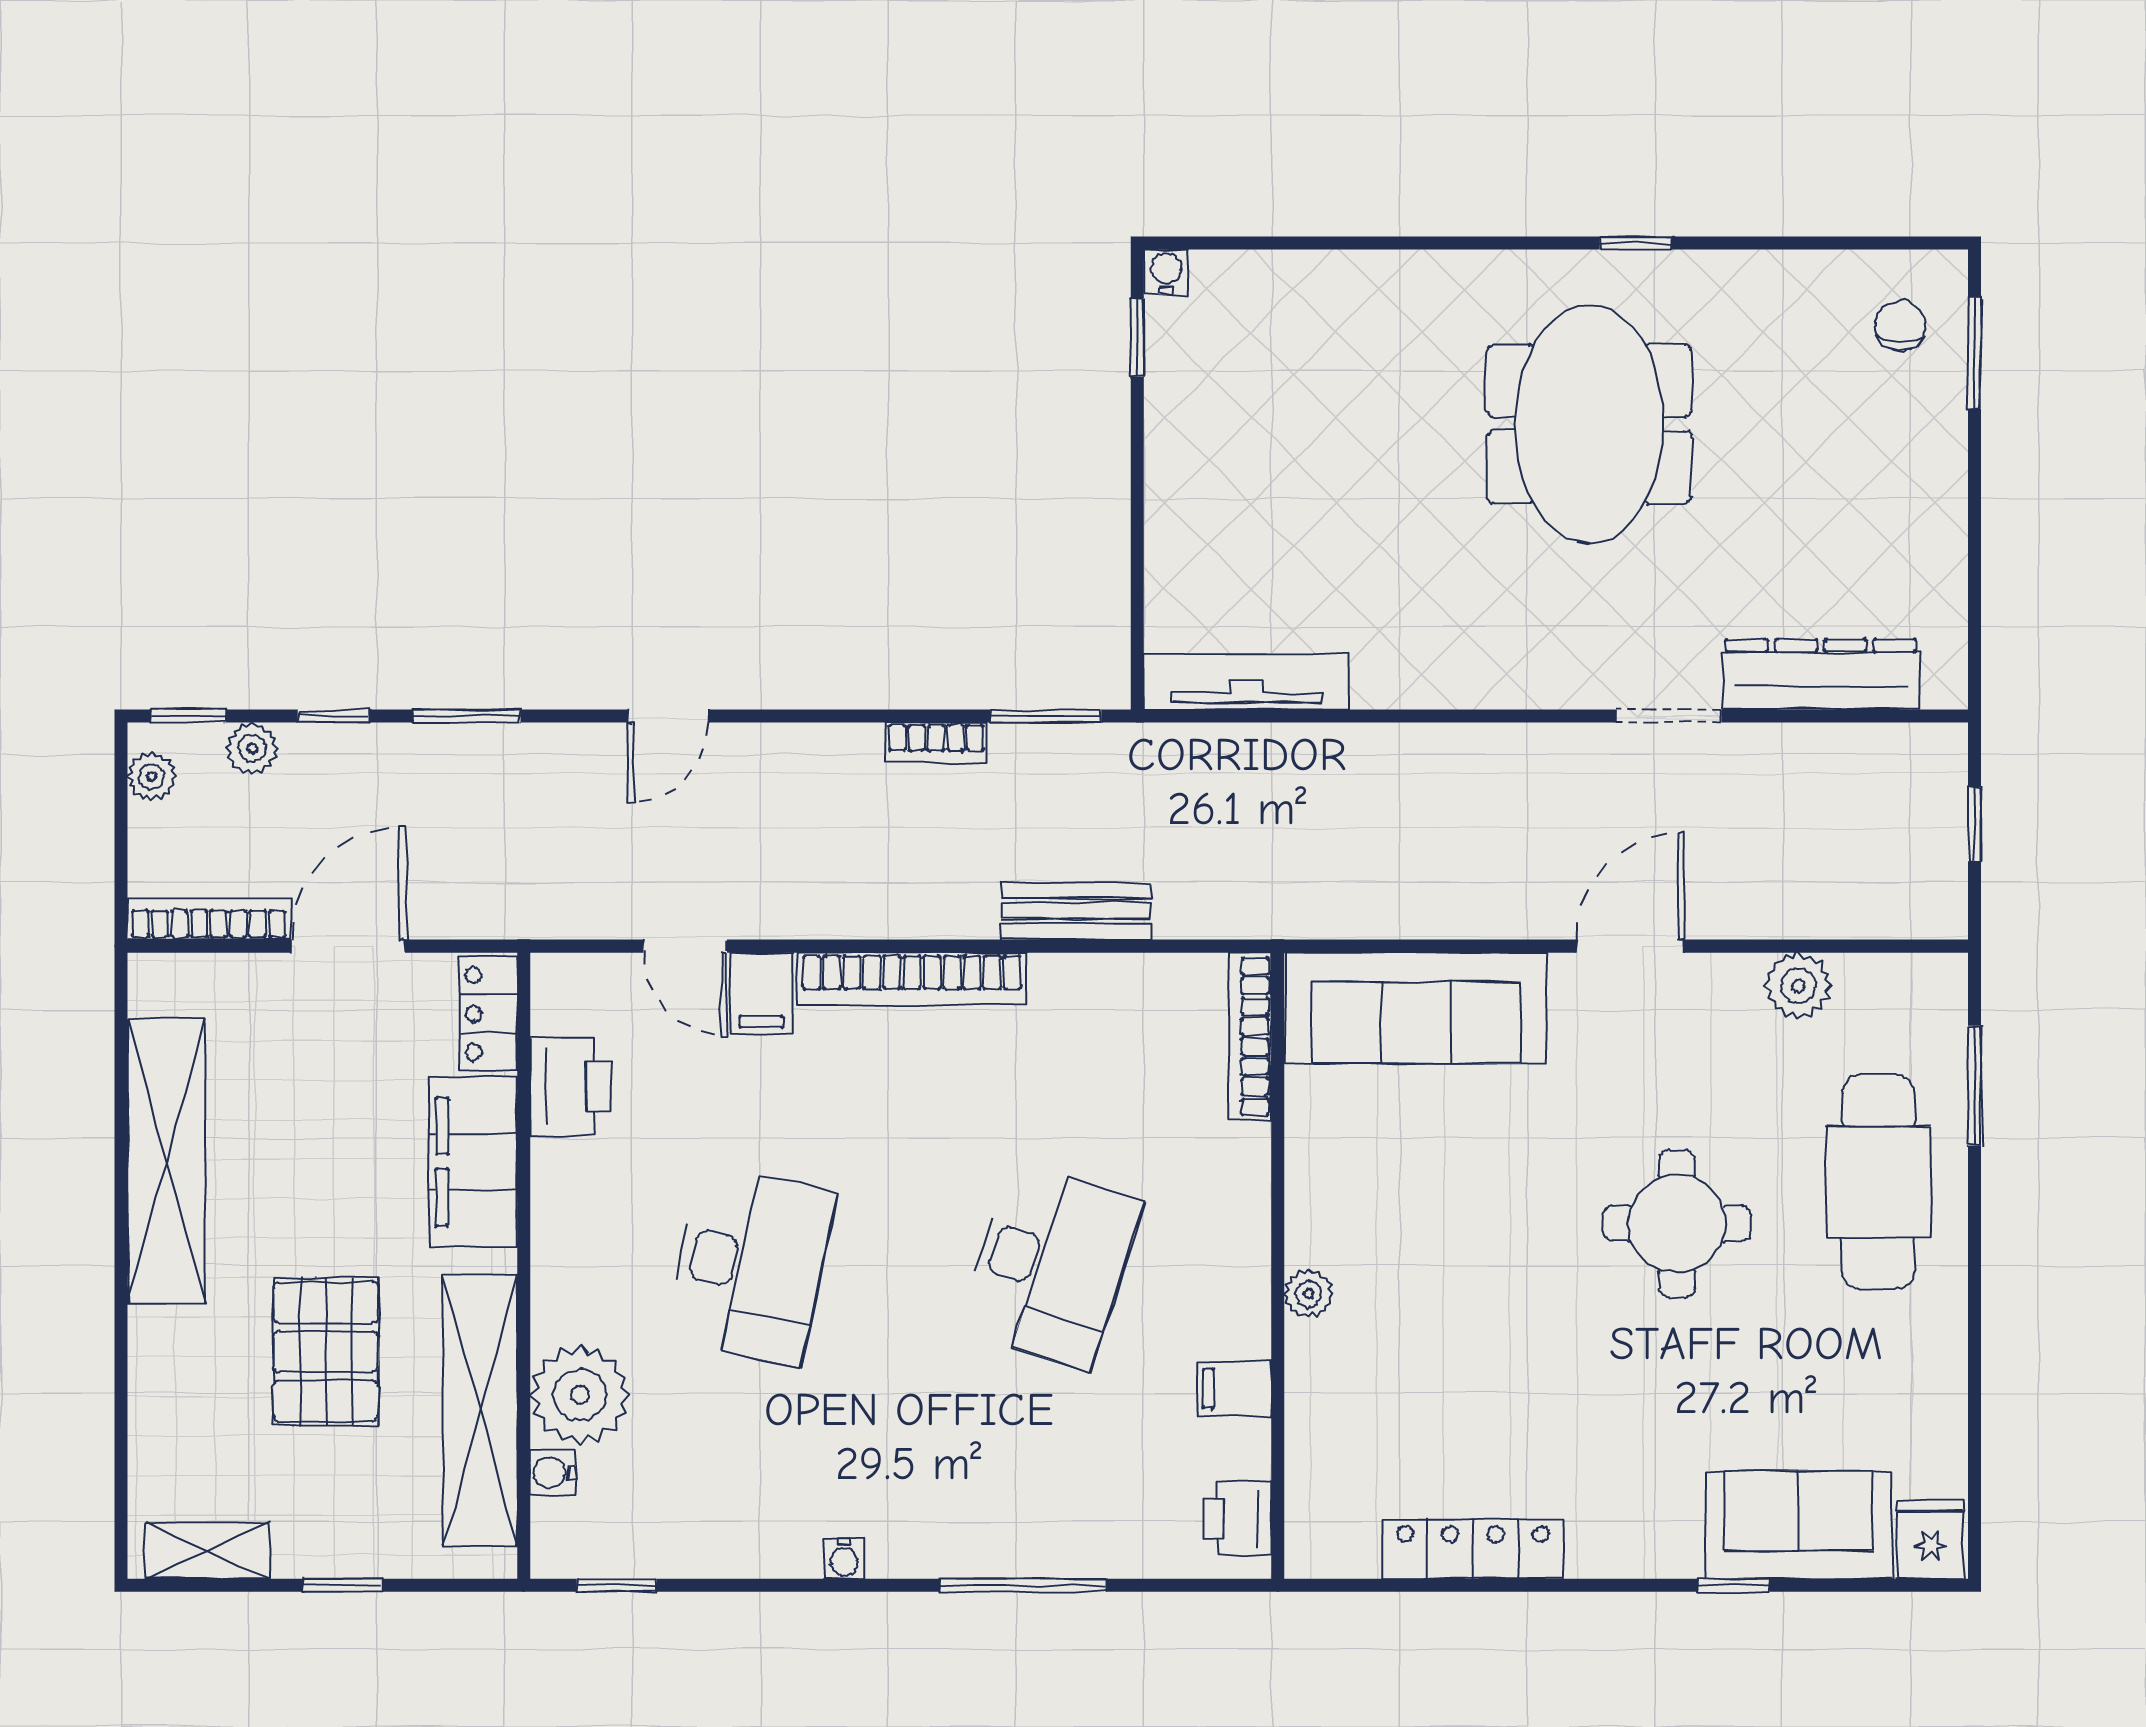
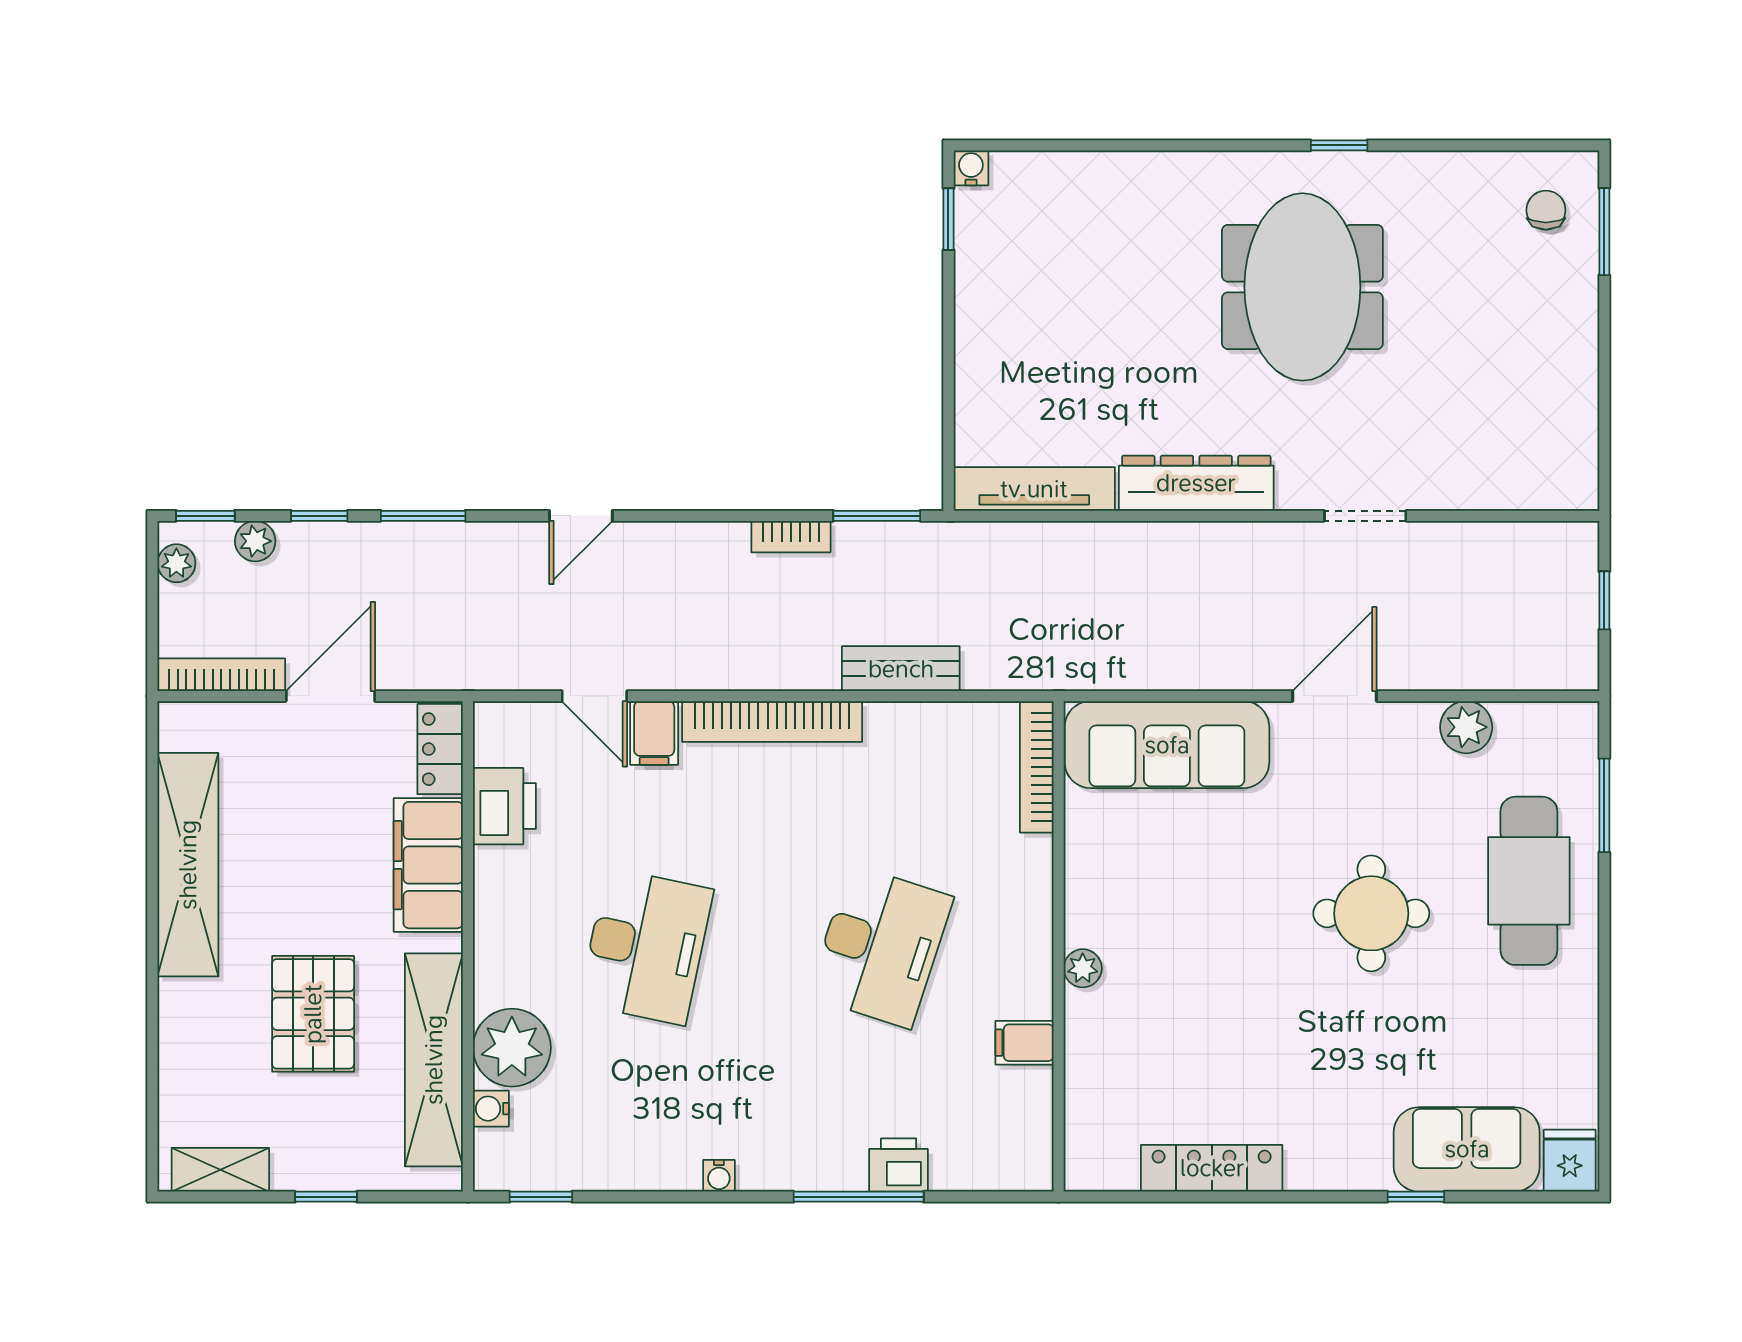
dresser: (1821, 674) -> (1196, 483), moved
printer: (1237, 1518) -> (899, 1165), moved, turned 90

